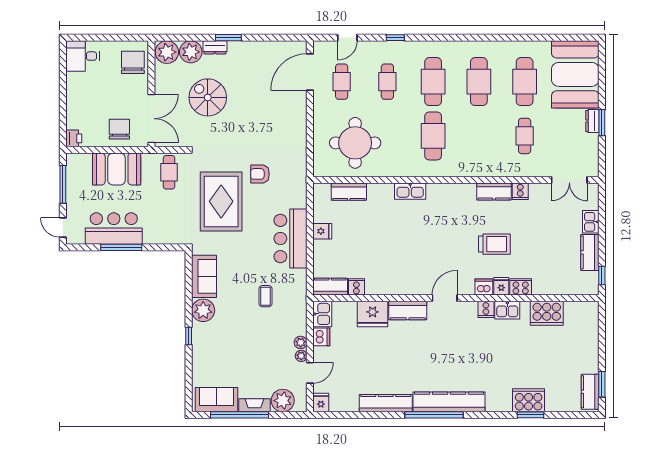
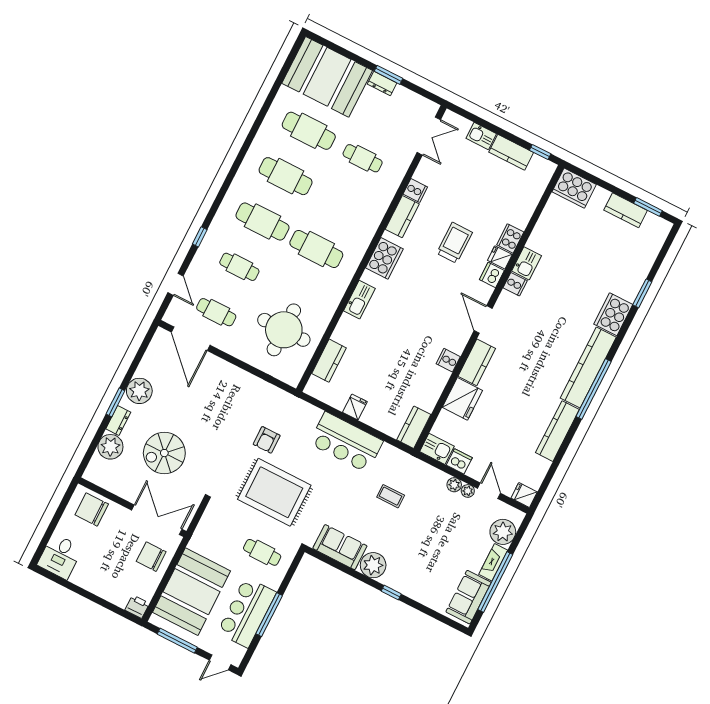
plant: (167, 52) -> (139, 391), moved
booth: (117, 169) -> (192, 592), width x1.36, depth x1.42
cafe table: (169, 172) -> (262, 552), moved
cooker: (453, 194) -> (384, 258), added
cooker: (356, 287) -> (448, 360), moved
cooker: (547, 313) -> (574, 188), moved, turned 90
kitchen counter: (590, 392) -> (626, 210), moved
cooker: (529, 400) -> (613, 314), moved

